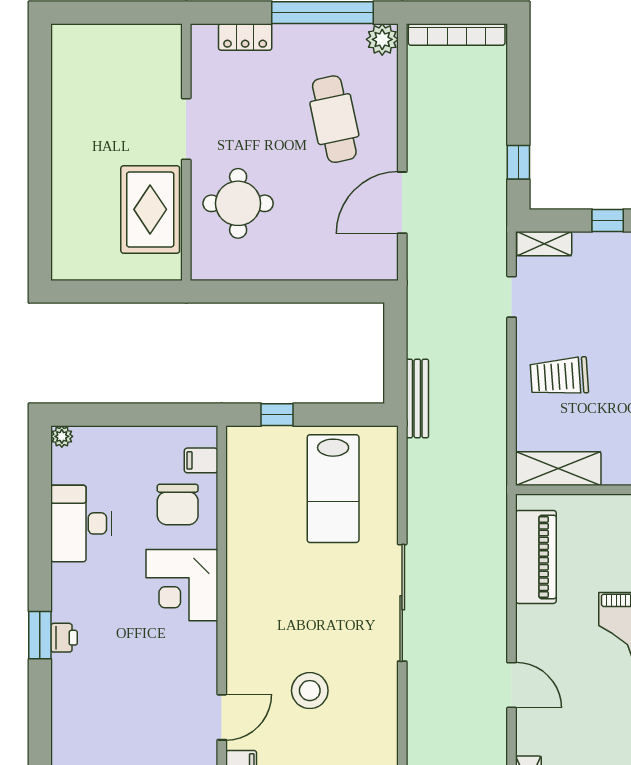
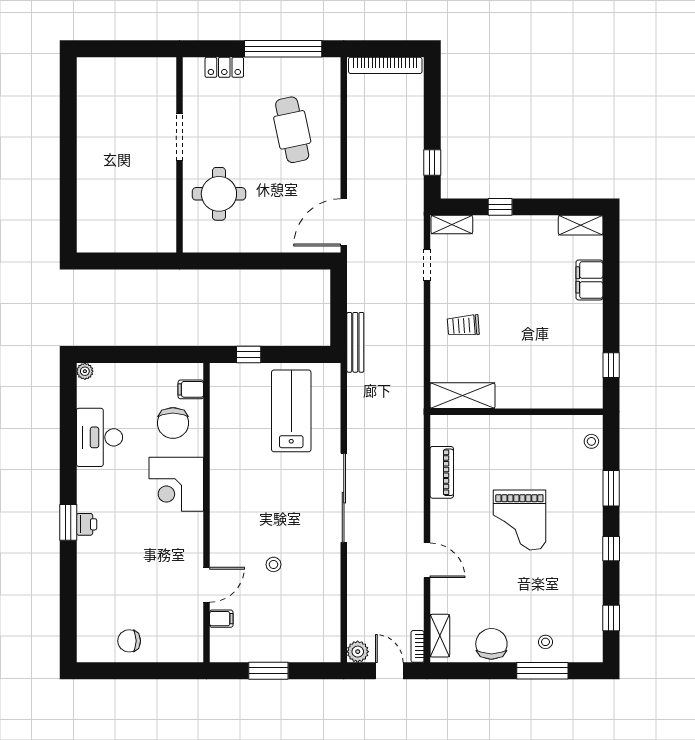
plant: (382, 39) -> (329, 69), removed
door: (402, 203) -> (344, 222), moved
rug: (150, 209) -> (152, 199), removed
trolley: (559, 377) -> (463, 326), width x0.73, depth x0.72
lab bench: (333, 489) -> (291, 411), turned 180
piano: (536, 557) -> (442, 472), width x0.73, depth x0.75
stool: (310, 691) -> (274, 564), width x0.53, depth x0.53

